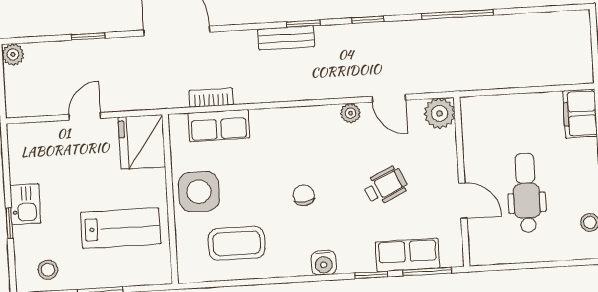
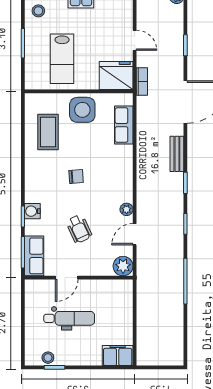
bench: (286, 38) -> (177, 154), moved
bookcase: (211, 98) -> (142, 82), moved
row of seats: (408, 255) -> (34, 256), moved
water cooler: (324, 263) -> (32, 211), moved

